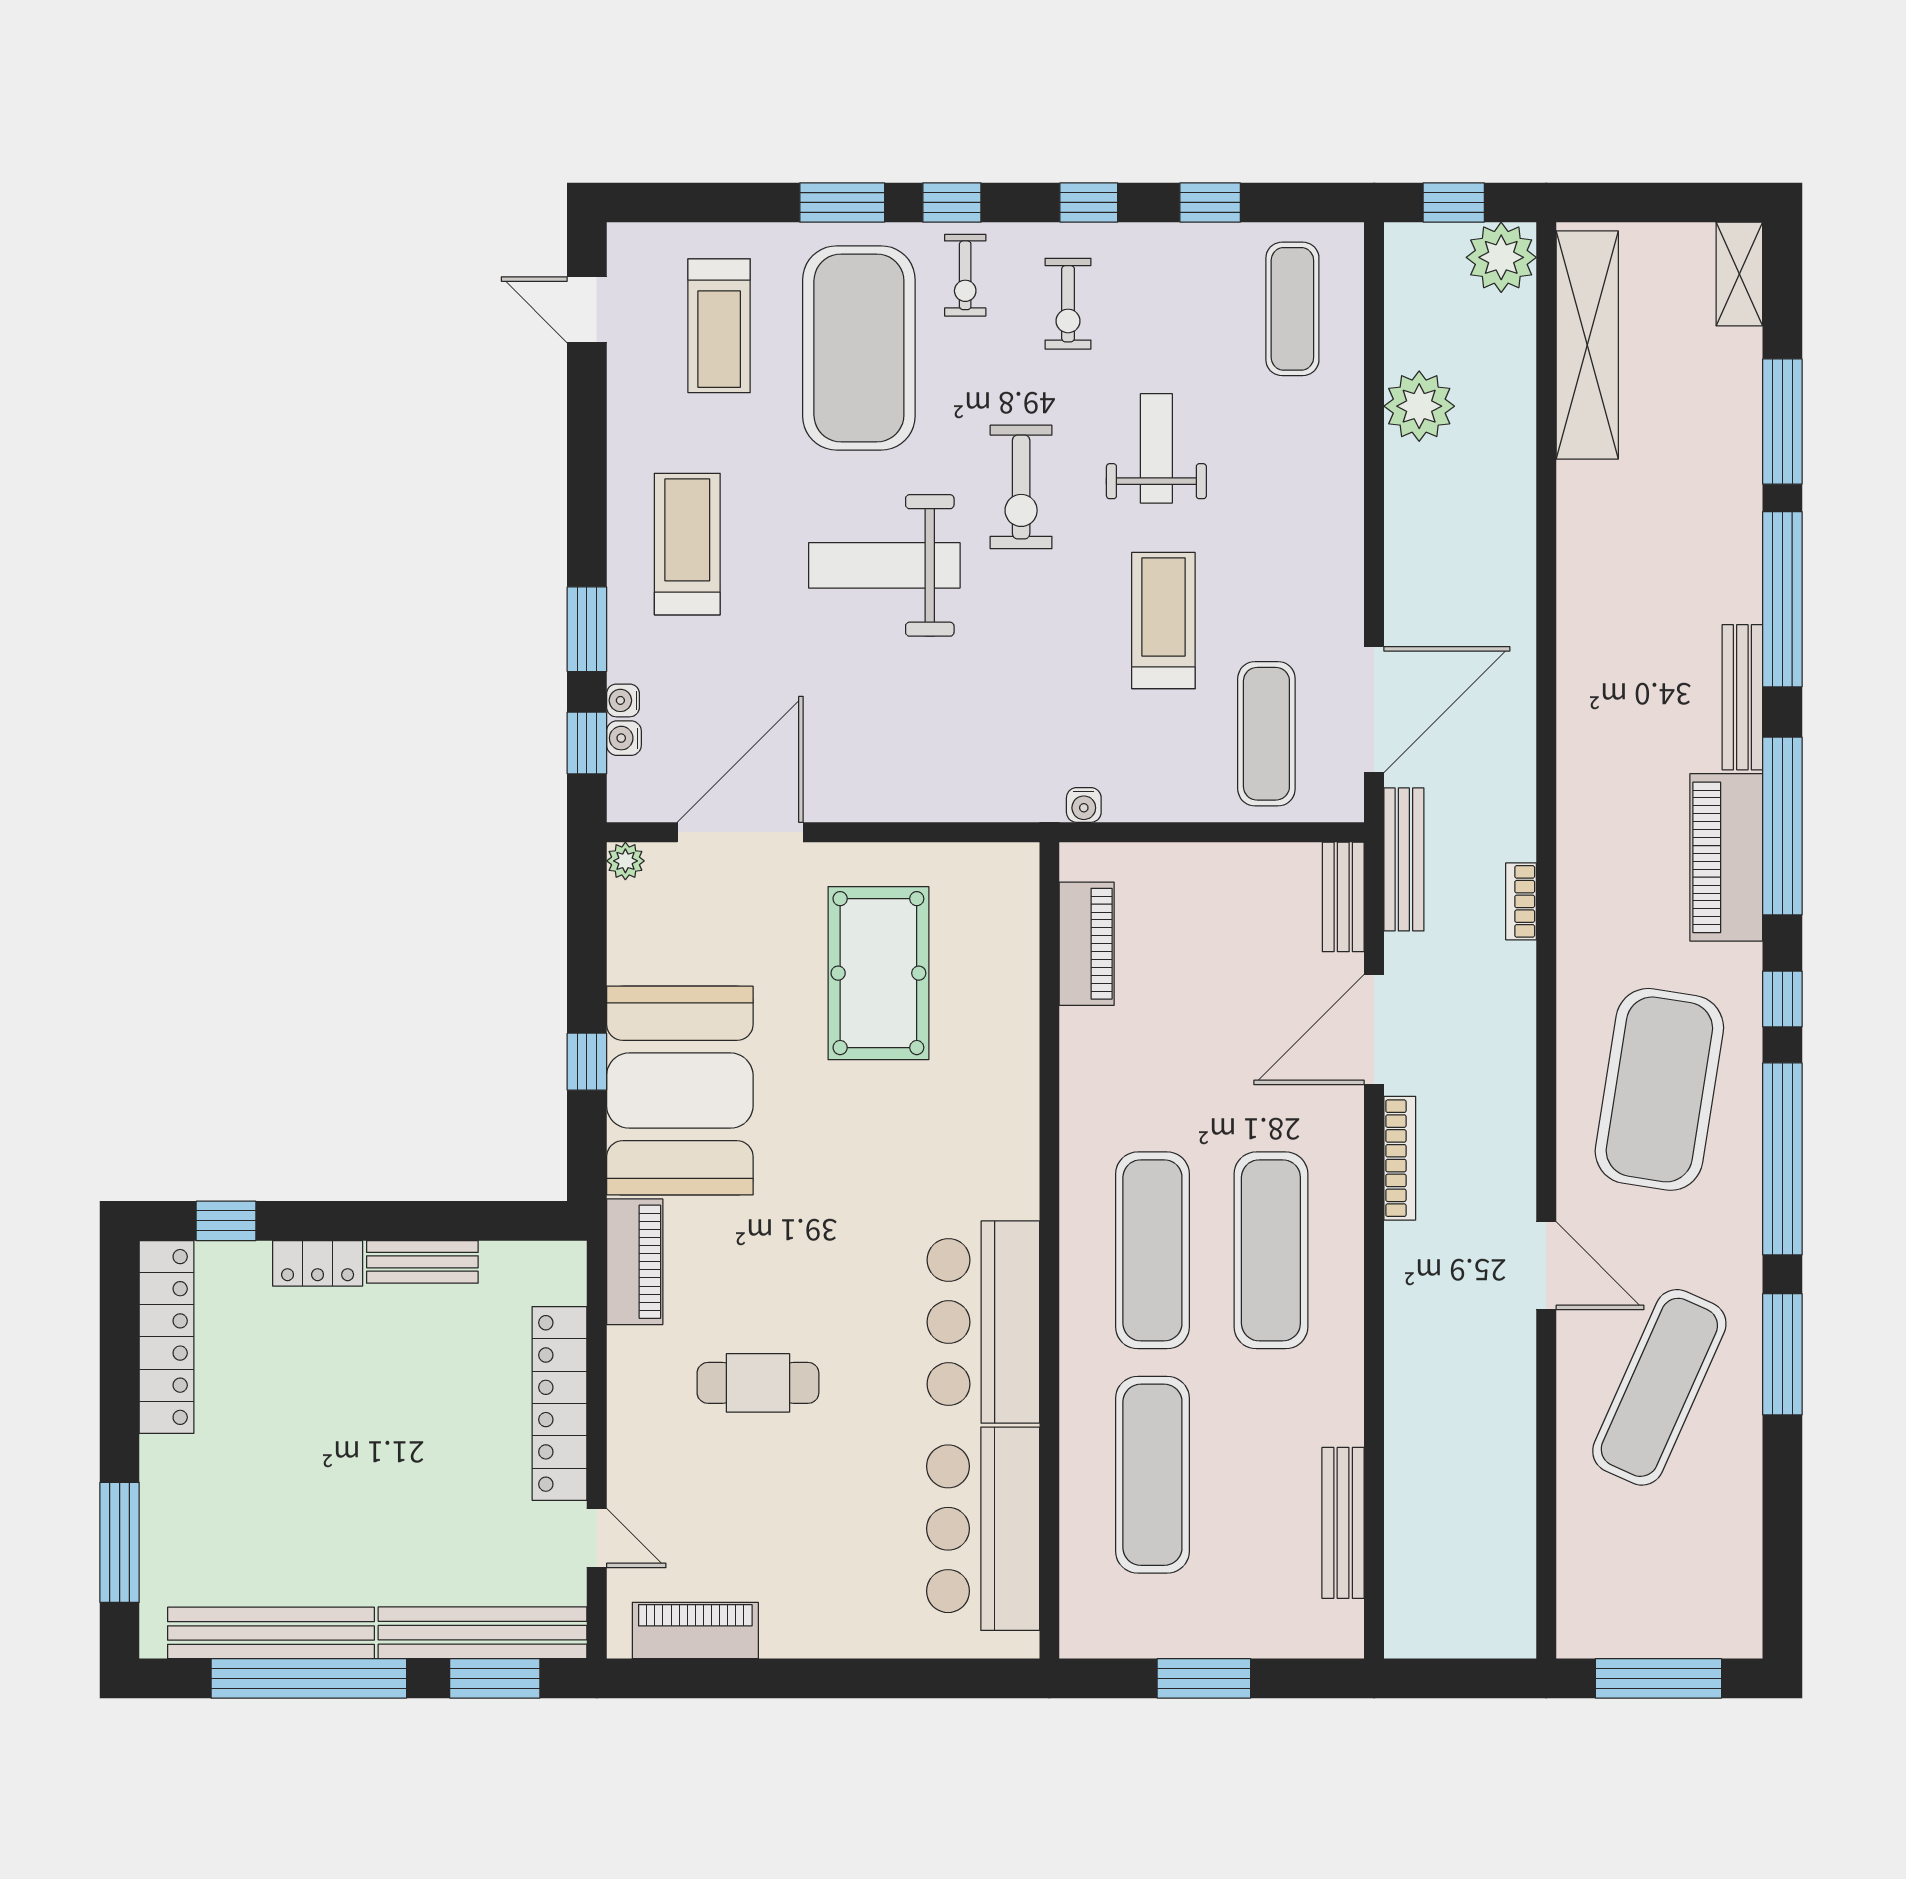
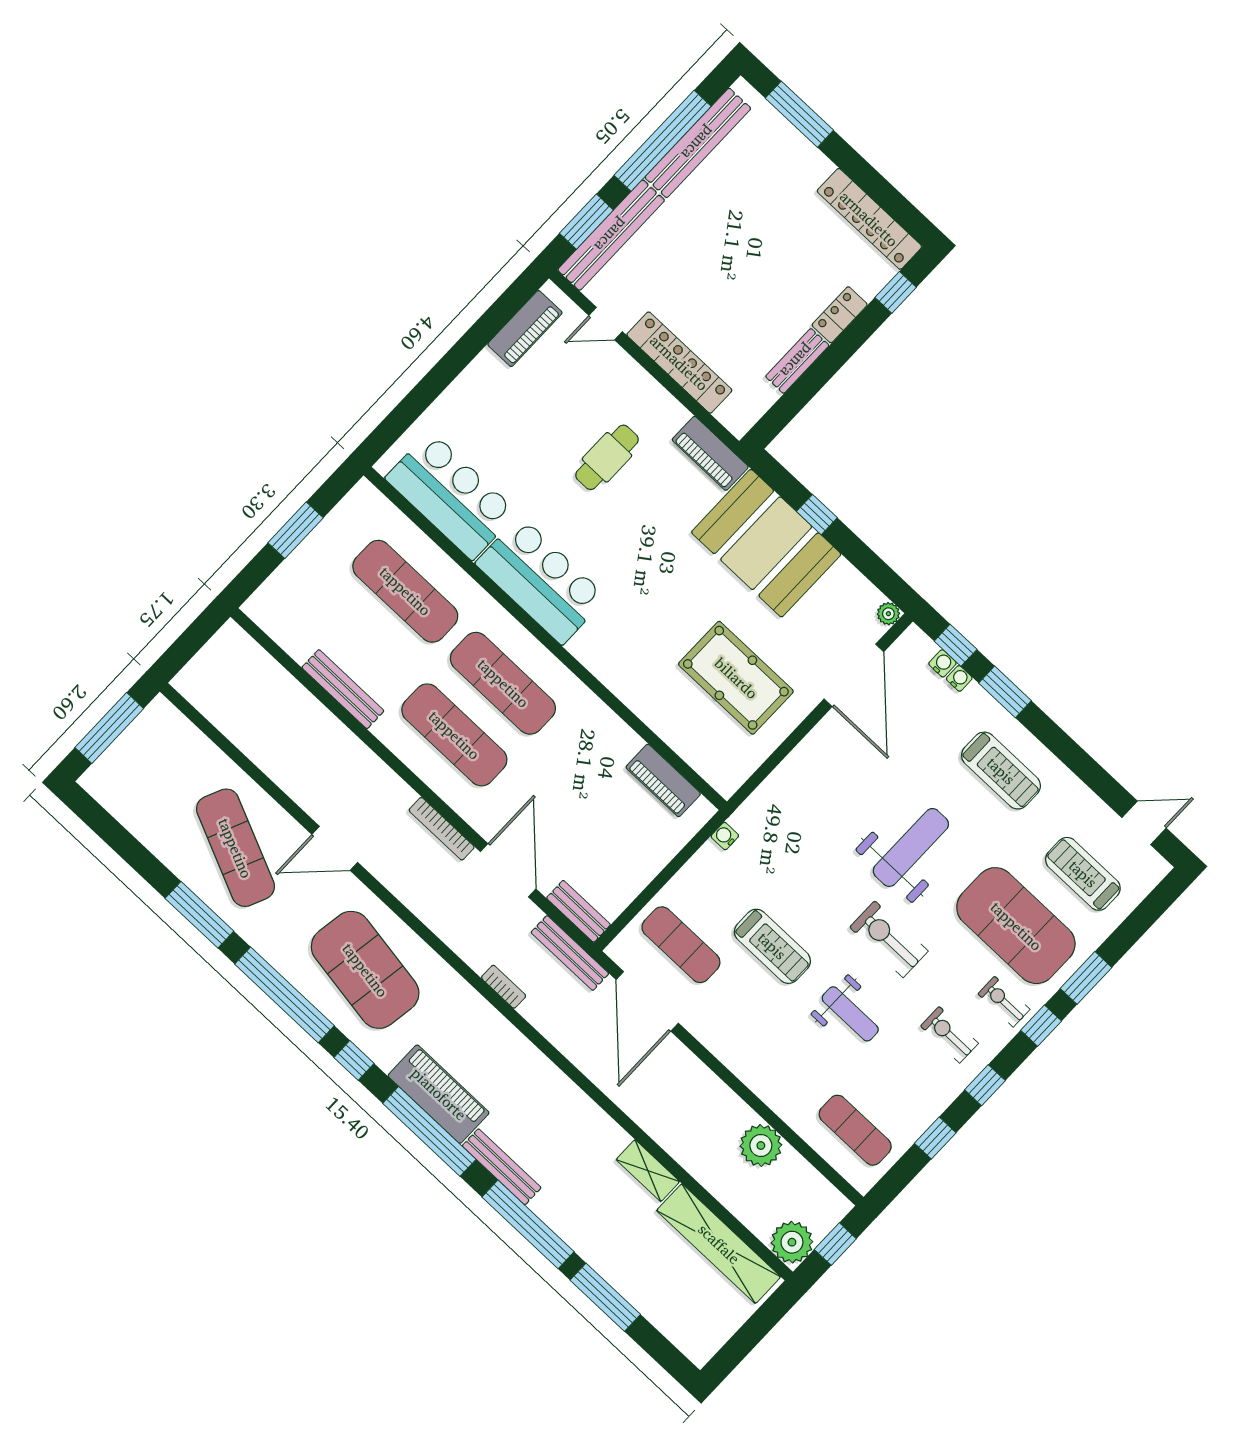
shelving: (1739, 274) -> (648, 1171), moved
bench: (1343, 1523) -> (343, 689), moved

